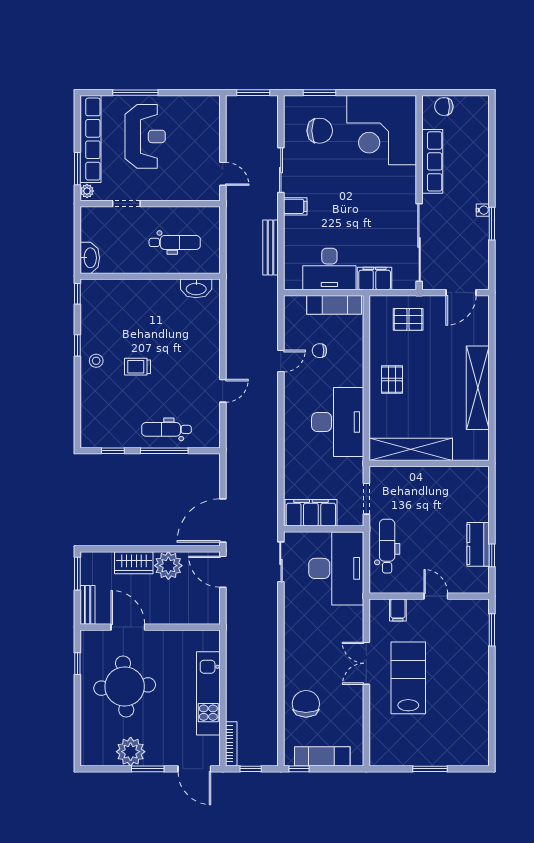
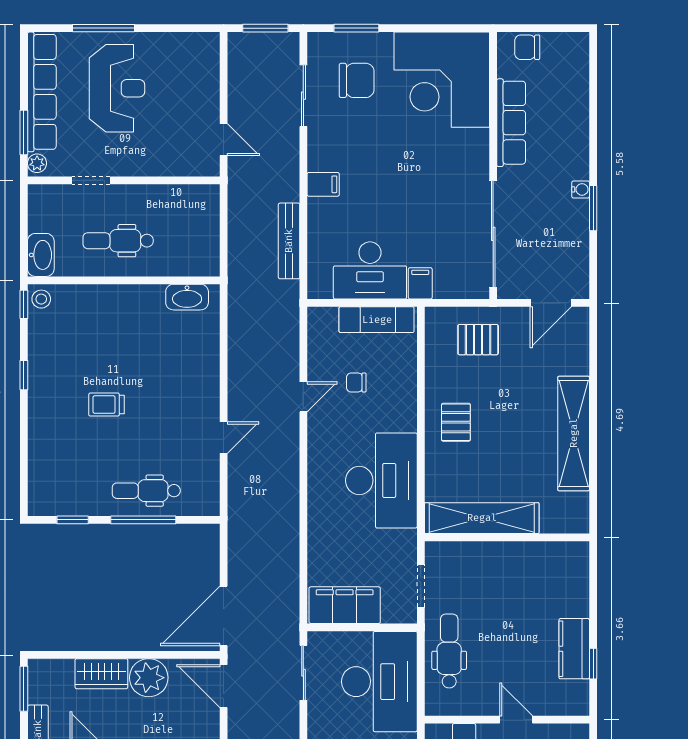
sliding door: (281, 170) -> (303, 96), moved
dental chair: (175, 242) -> (118, 241), moved, turned 180
filing cabinet: (375, 278) -> (420, 283), width x0.50
stool: (96, 361) -> (41, 299), moved

